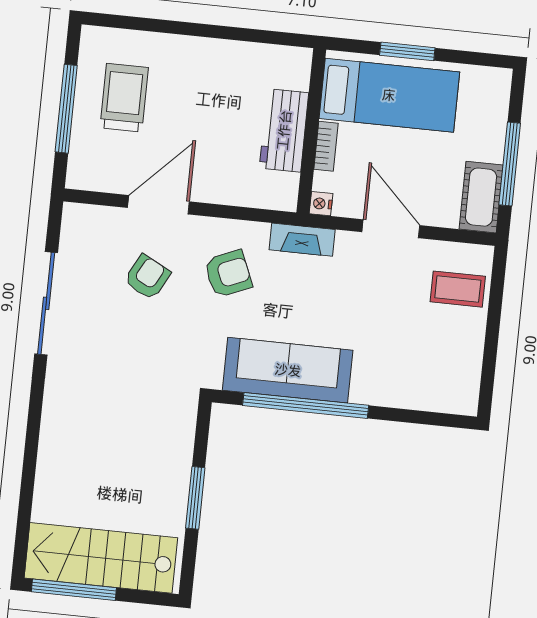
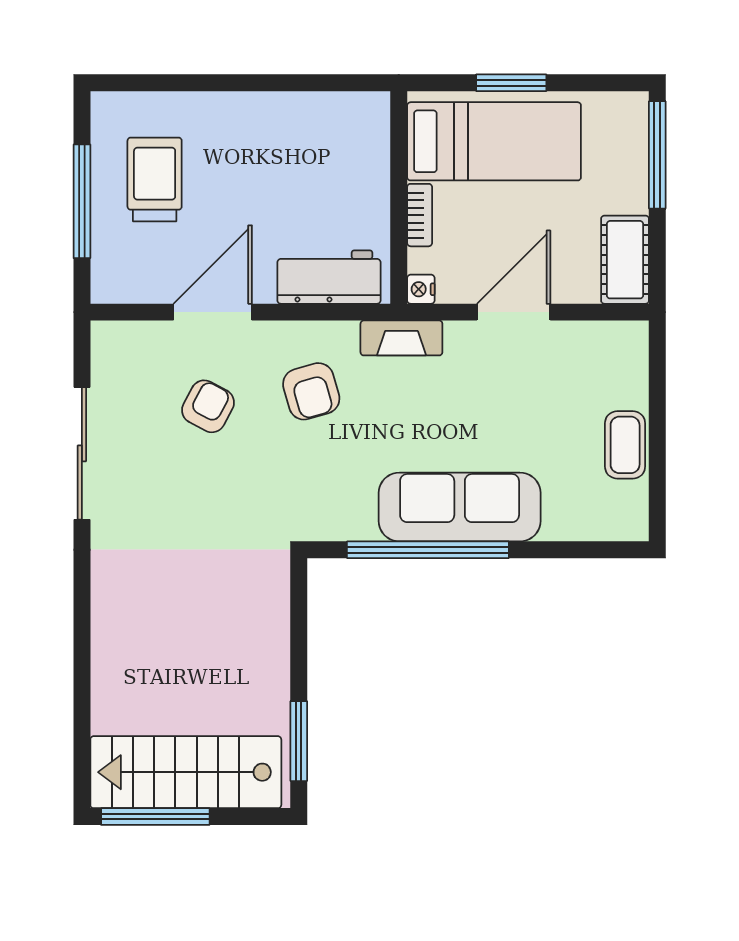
workbench: (284, 130) -> (329, 277), moved, turned 90
window: (510, 164) -> (657, 155), moved
door: (391, 229) -> (514, 312), hinge flipped
armchair: (228, 274) -> (311, 391), turned 97
coffee table: (458, 289) -> (625, 445), moved, turned 90
sofa: (288, 370) -> (460, 507), moved
window: (195, 498) -> (299, 741), moved

